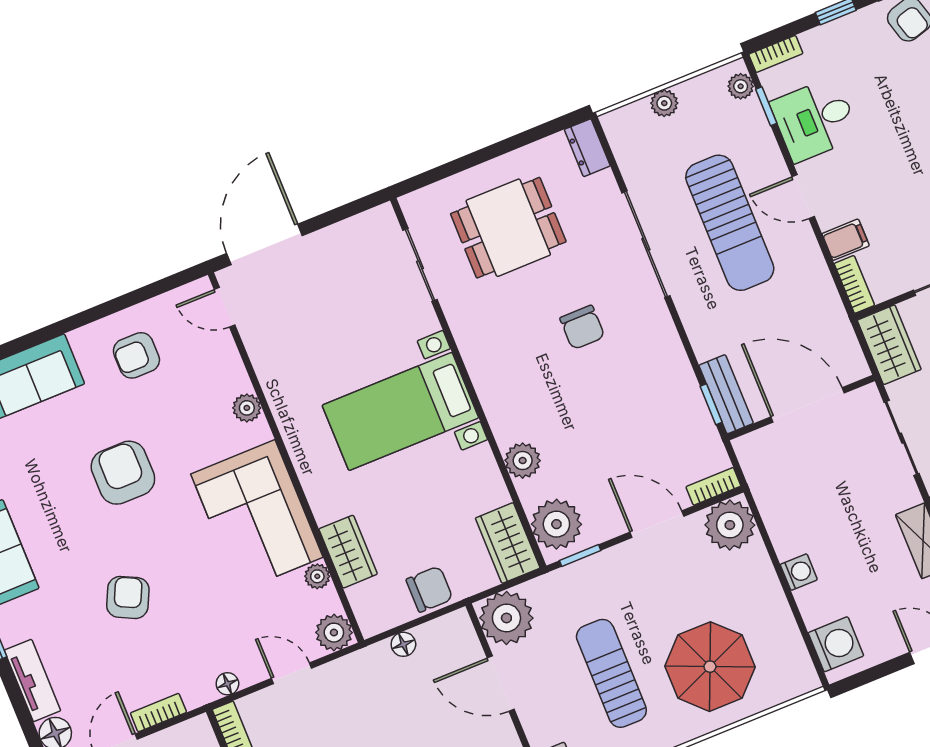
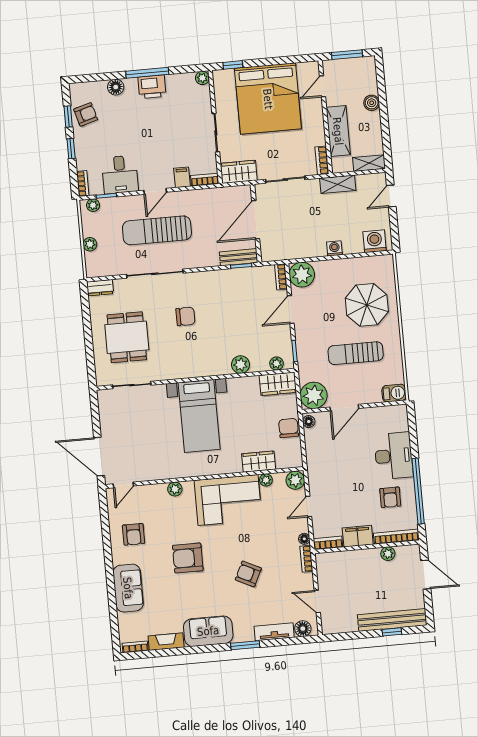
sun lounger: (730, 223) -> (157, 230), turned 180
plant: (556, 524) -> (277, 363), width x0.53, depth x0.53
floor lamp: (403, 644) -> (309, 422), moved
bookcase: (158, 713) -> (306, 559), moved

